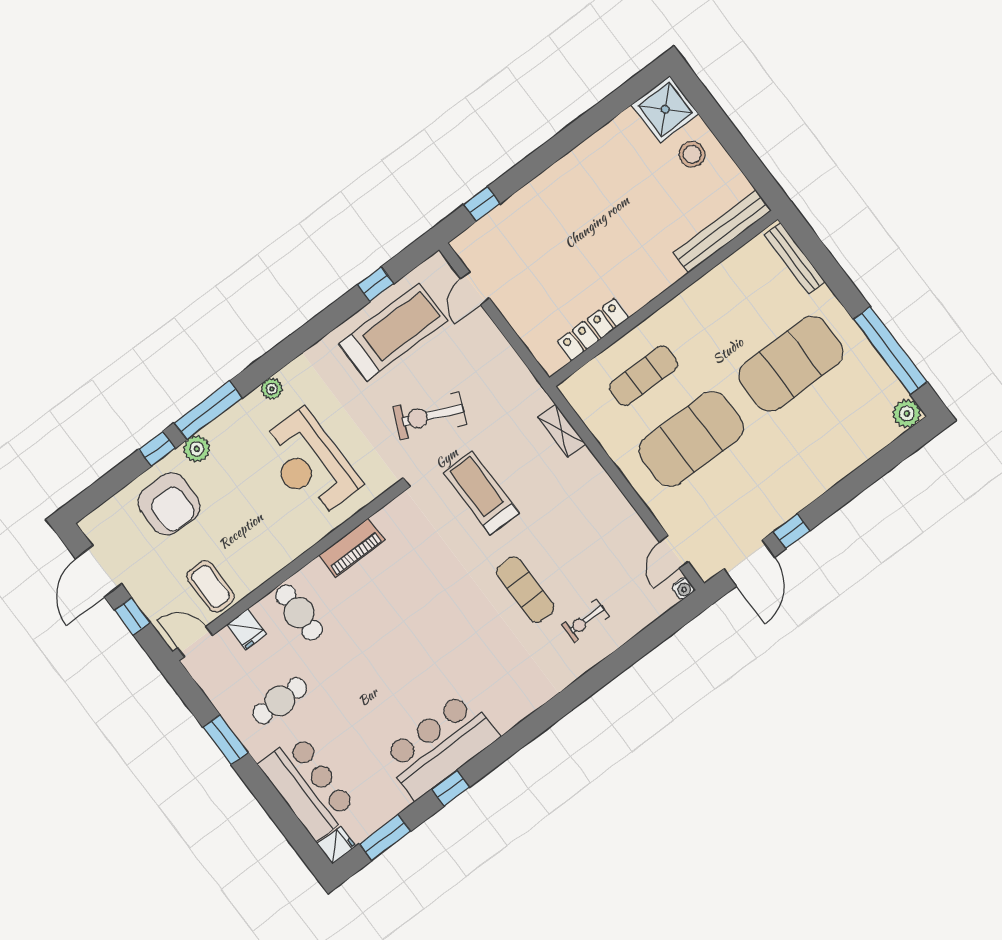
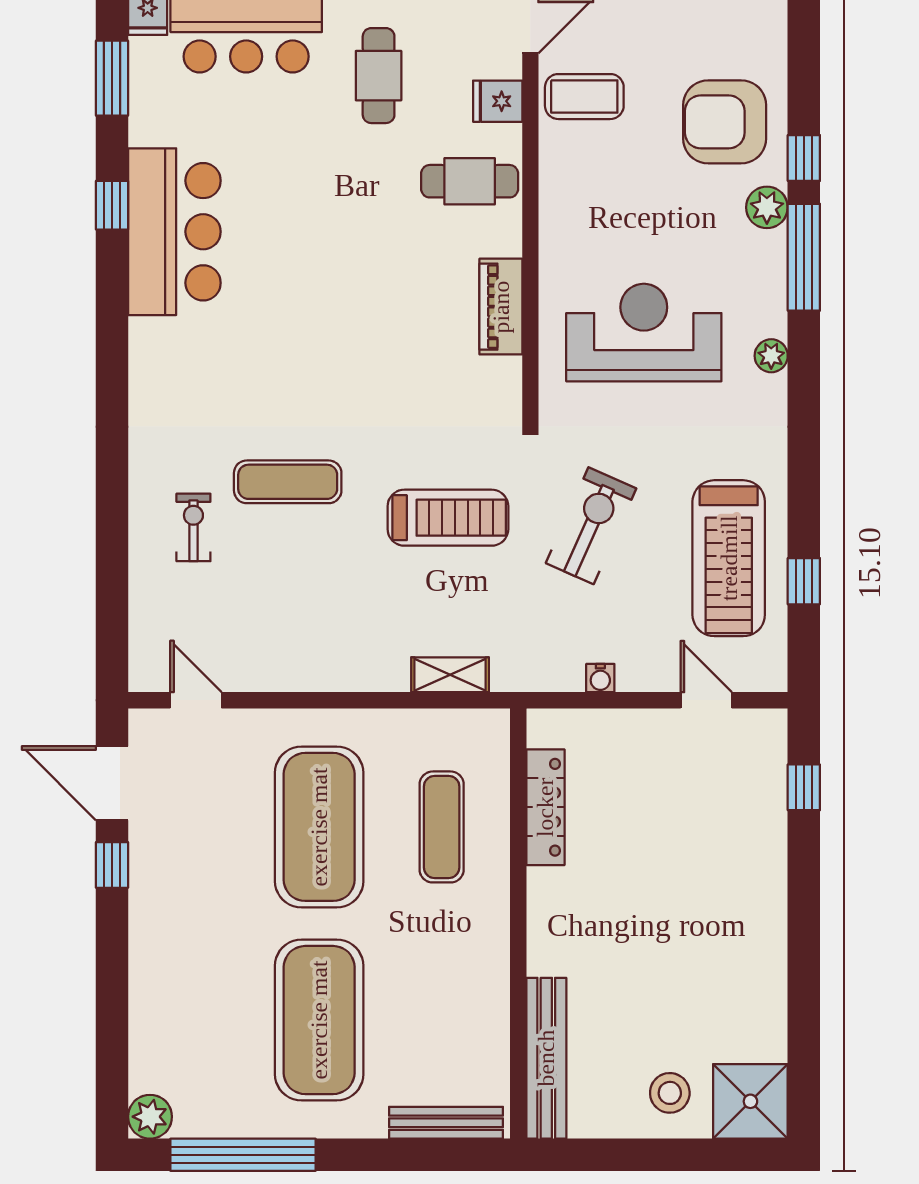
water cooler: (683, 588) -> (600, 678), moved, turned -90

